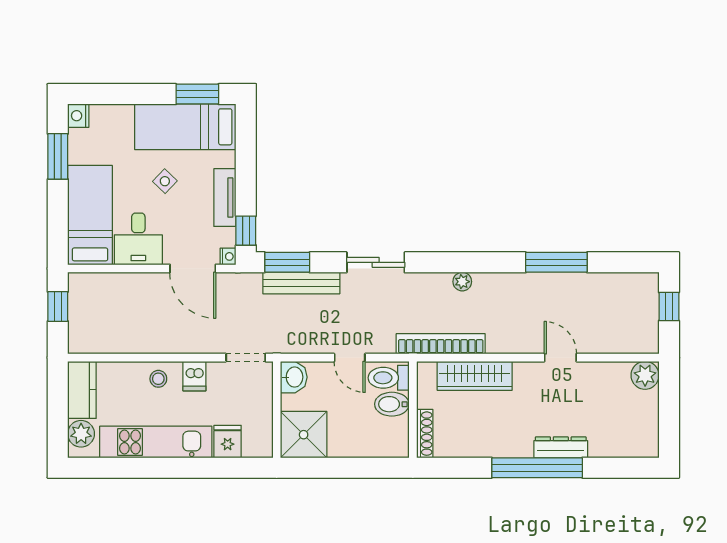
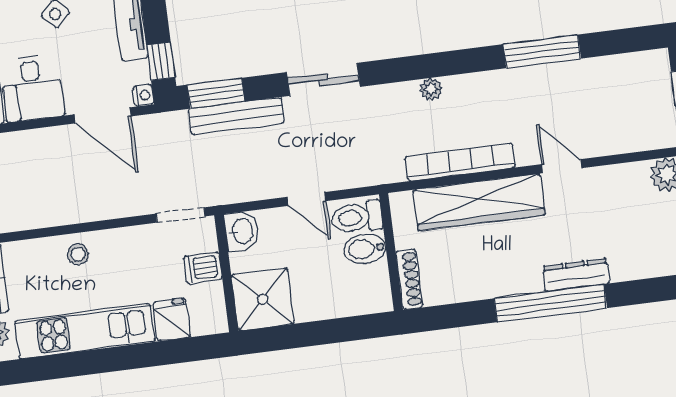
bookcase: (441, 344) -> (460, 162), moved
dishwasher: (194, 376) -> (203, 268), moved, turned 90
wardrobe: (475, 376) -> (479, 202), width x1.40, depth x1.17

